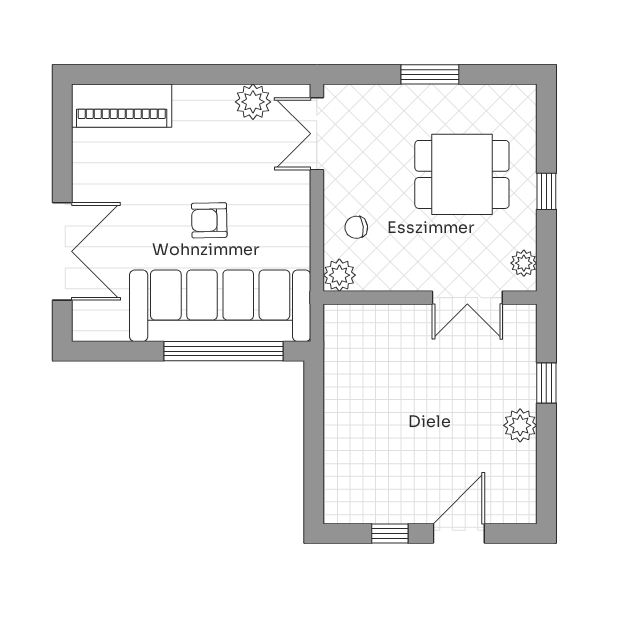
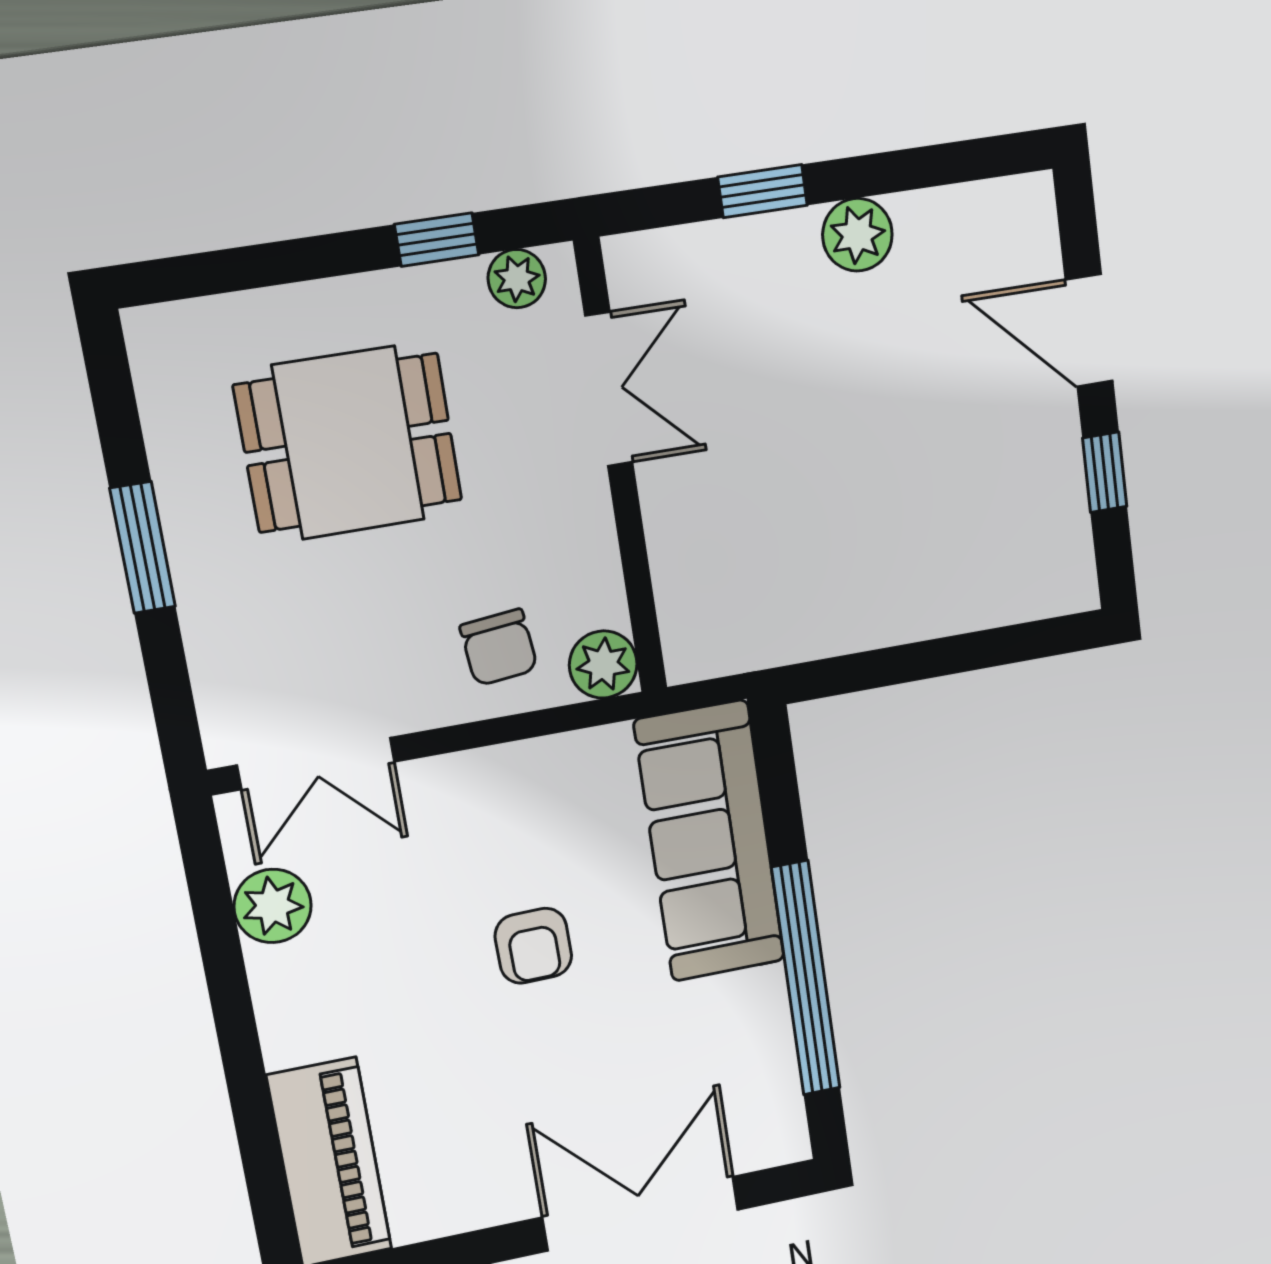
dining table: (462, 174) -> (348, 443), turned 90
window: (546, 191) -> (437, 240), moved
chair: (356, 227) -> (499, 647), width x1.37, depth x1.37
sofa: (220, 306) -> (710, 841), width x0.74, depth x0.79
window: (223, 351) -> (806, 978), moved

